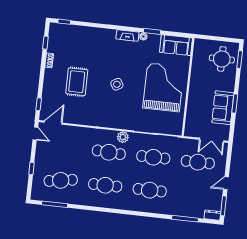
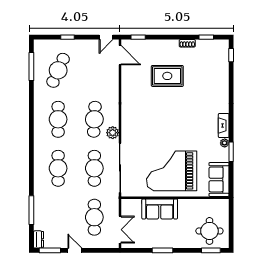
side table: (117, 84) -> (169, 120), removed
grand piano: (163, 87) -> (172, 171), turned 180
sofa: (223, 108) -> (160, 209), moved, turned 180
double door: (212, 140) -> (120, 230), swing flipped
cafe table: (61, 180) -> (58, 70), turned 33

